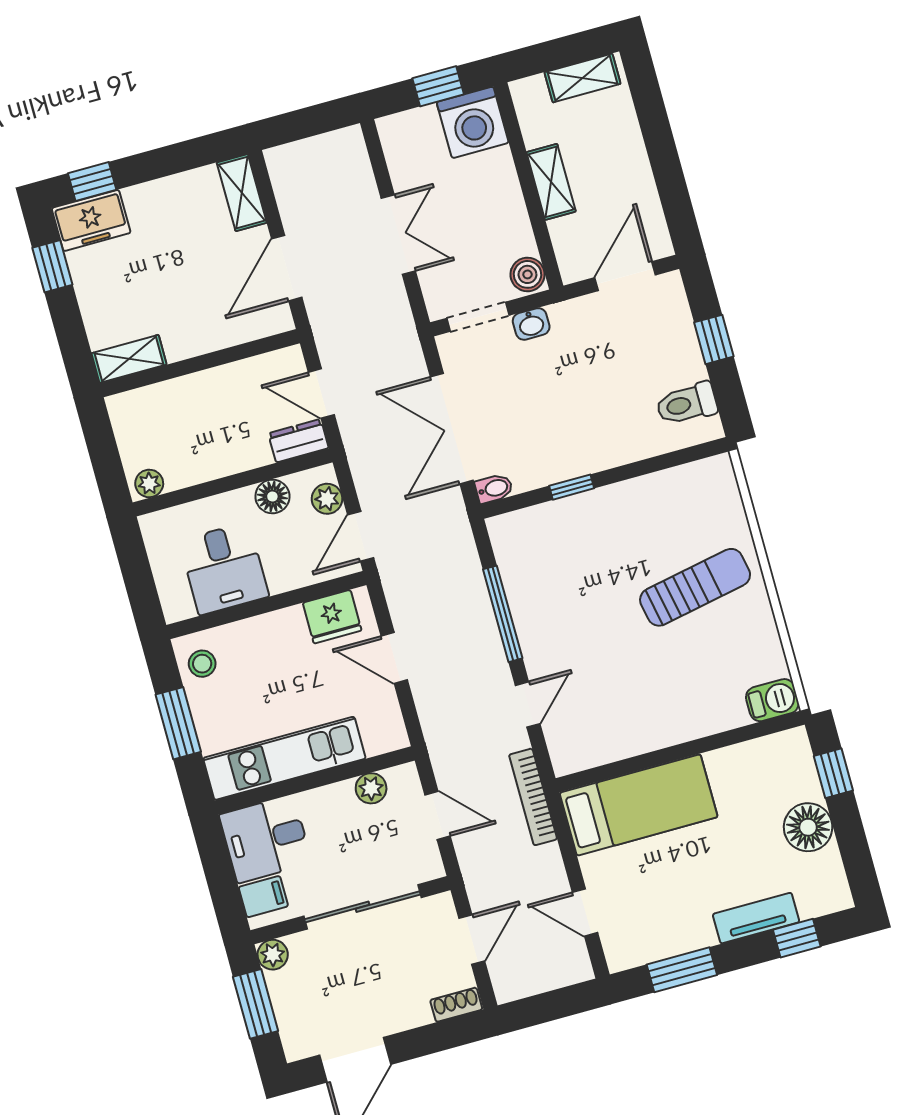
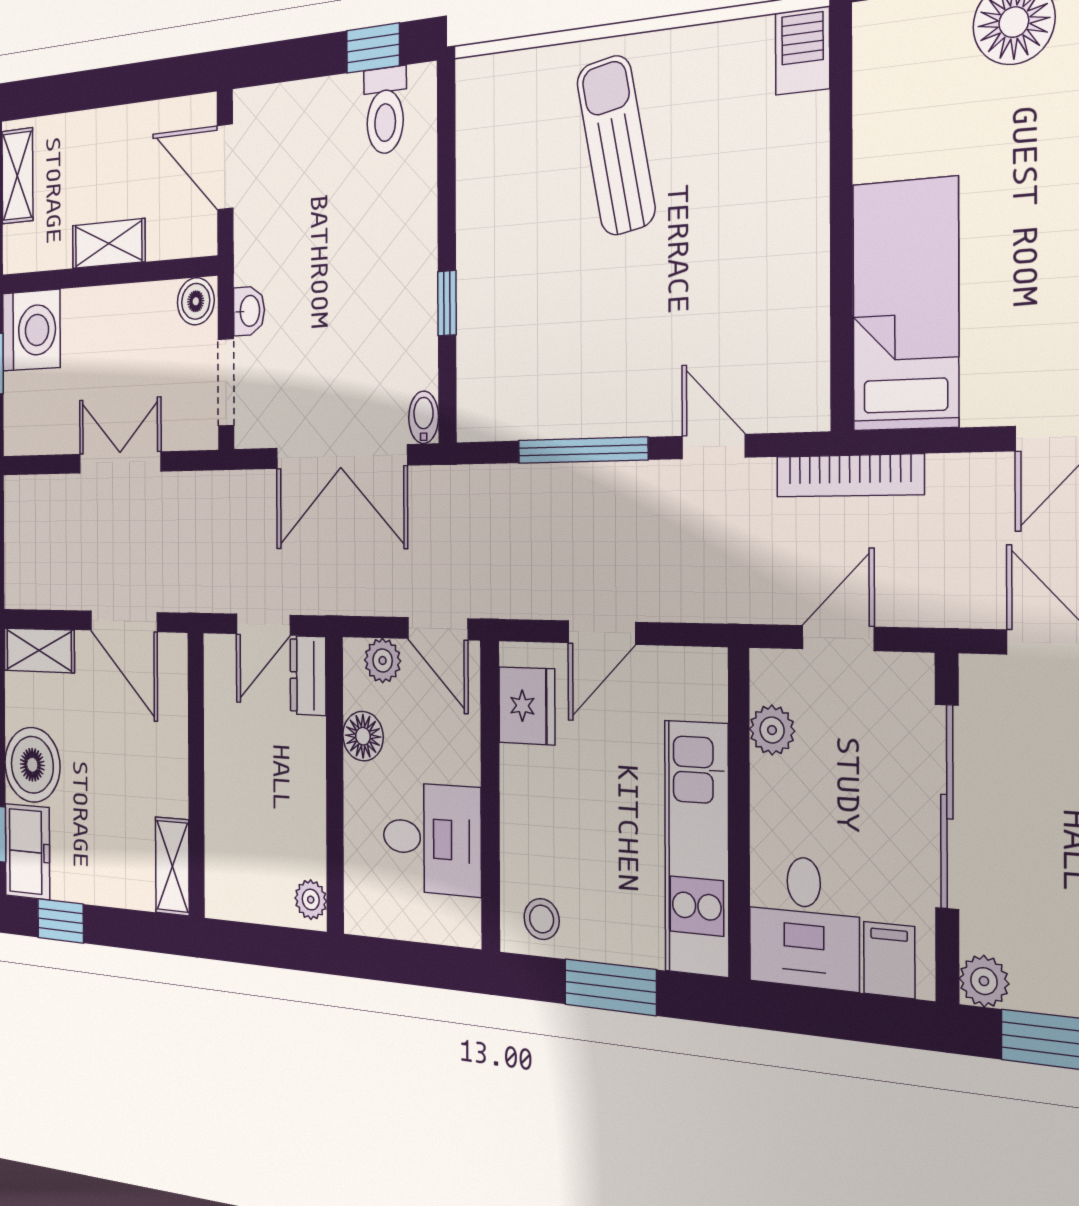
boiler: (156, 208) -> (32, 765), added
window: (714, 339) -> (373, 48), moved

